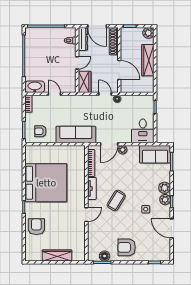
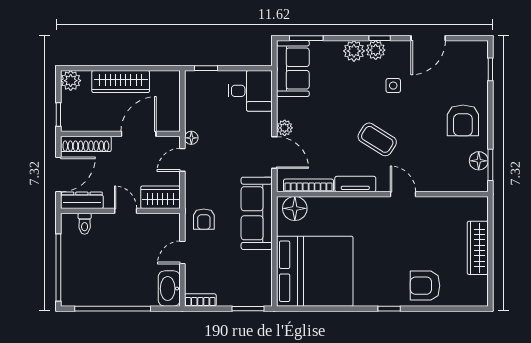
armchair: (40, 131) -> (204, 219), moved
floor lamp: (78, 155) -> (295, 208), added
bed: (46, 183) -> (315, 271), moved, turned 90

